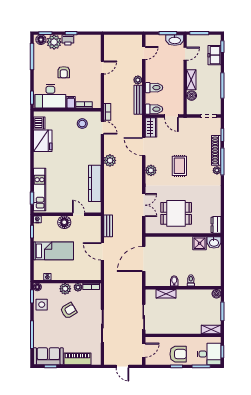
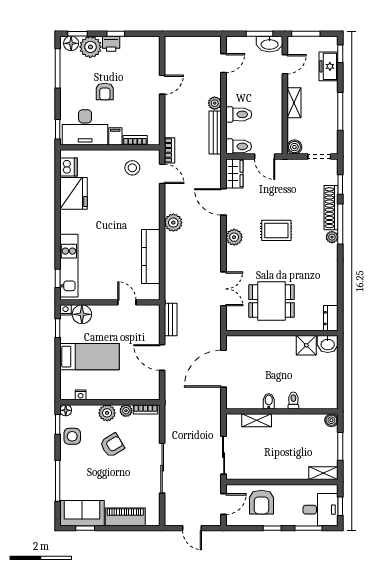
boiler: (192, 96) -> (294, 147), moved
rug: (179, 166) -> (276, 230), turned 90
floor lamp: (64, 222) -> (82, 314), moved
armchair: (178, 354) -> (261, 502), moved, turned 90

